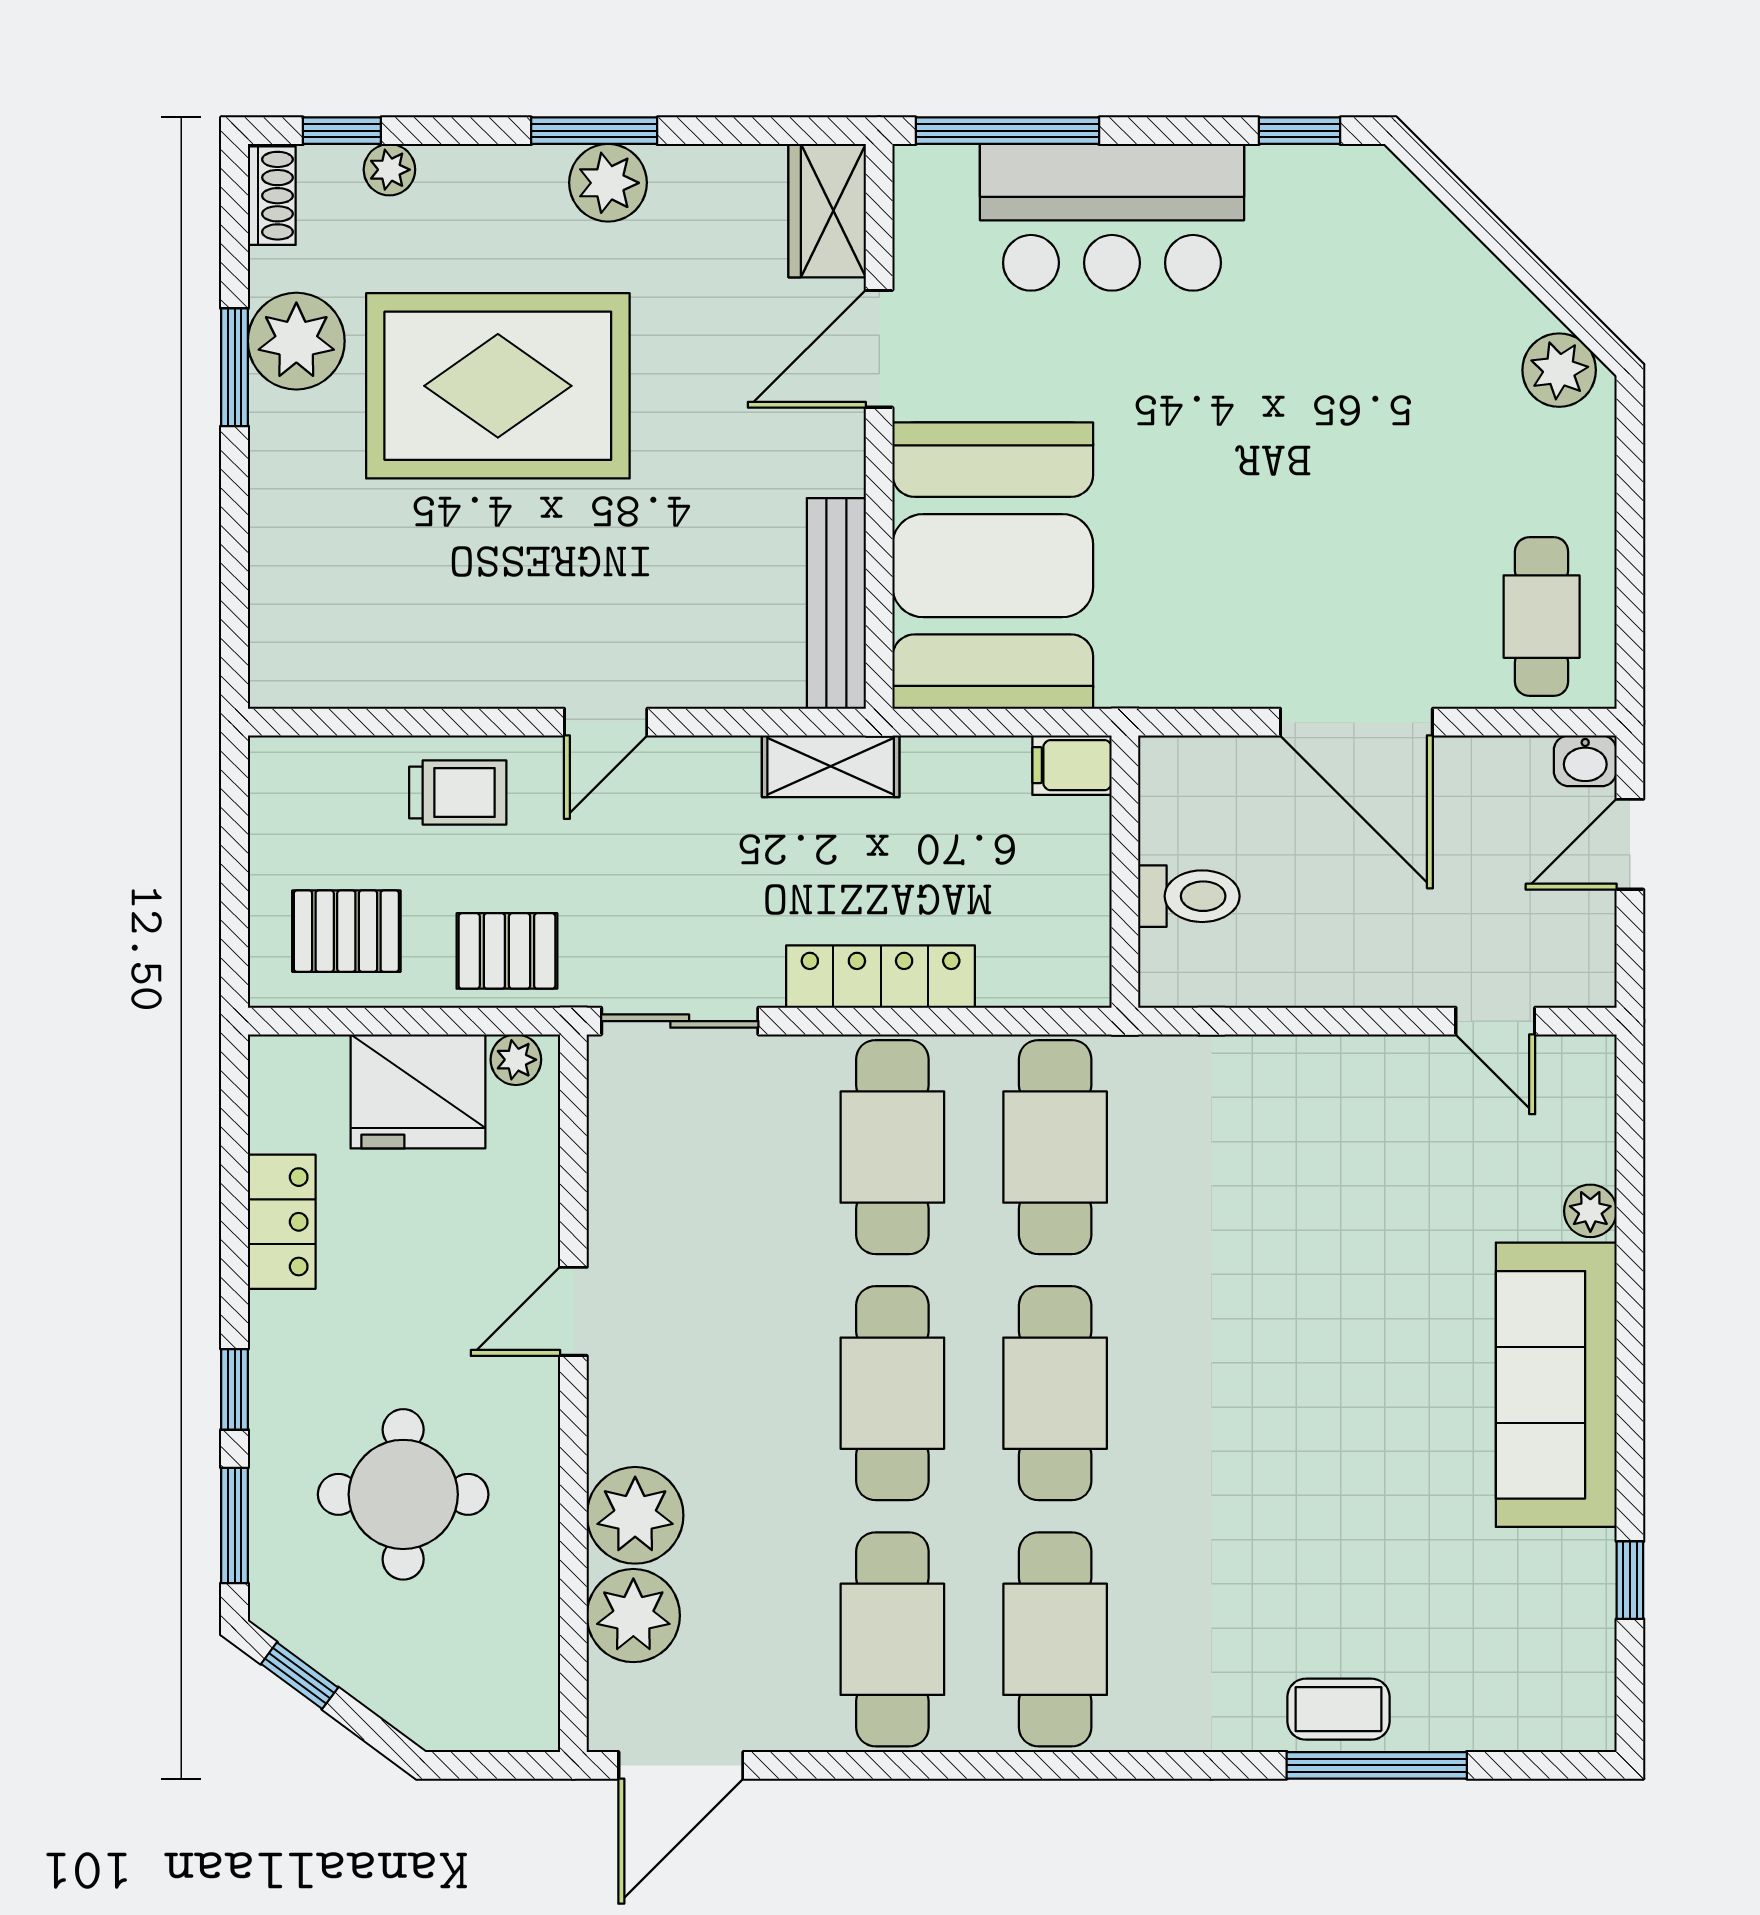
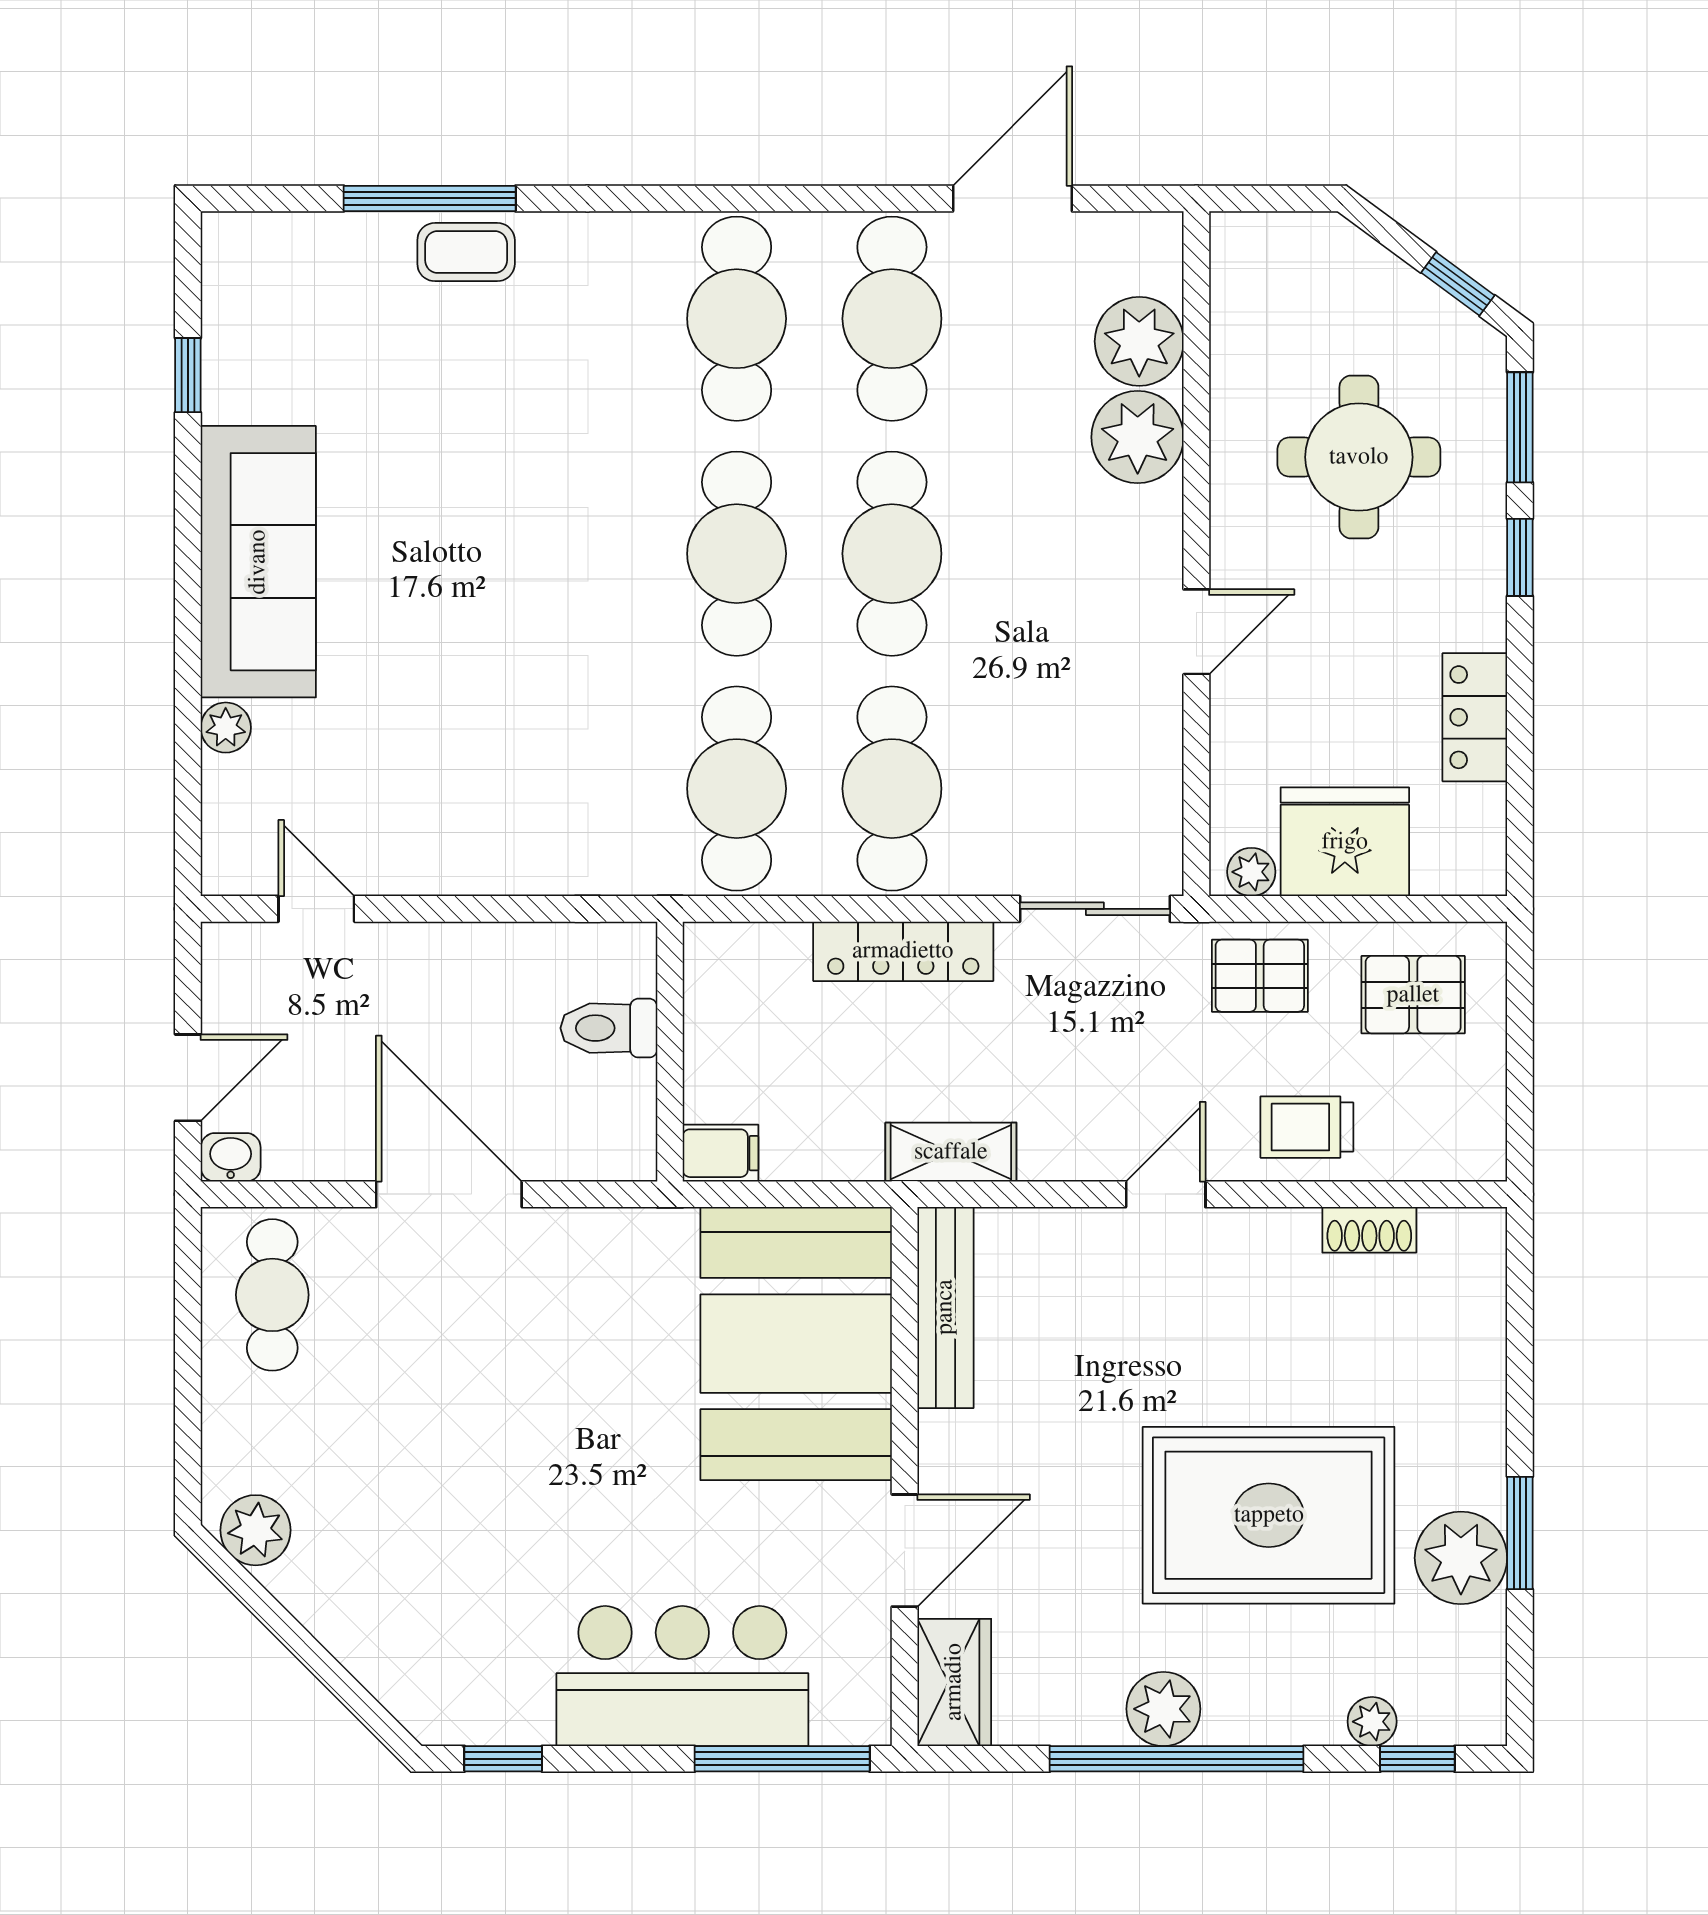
window: (594, 131) -> (1177, 1759), width x2.11
shoe rack: (272, 196) -> (1369, 1230), moved, turned -90
door: (681, 1765) -> (1013, 198), moved

